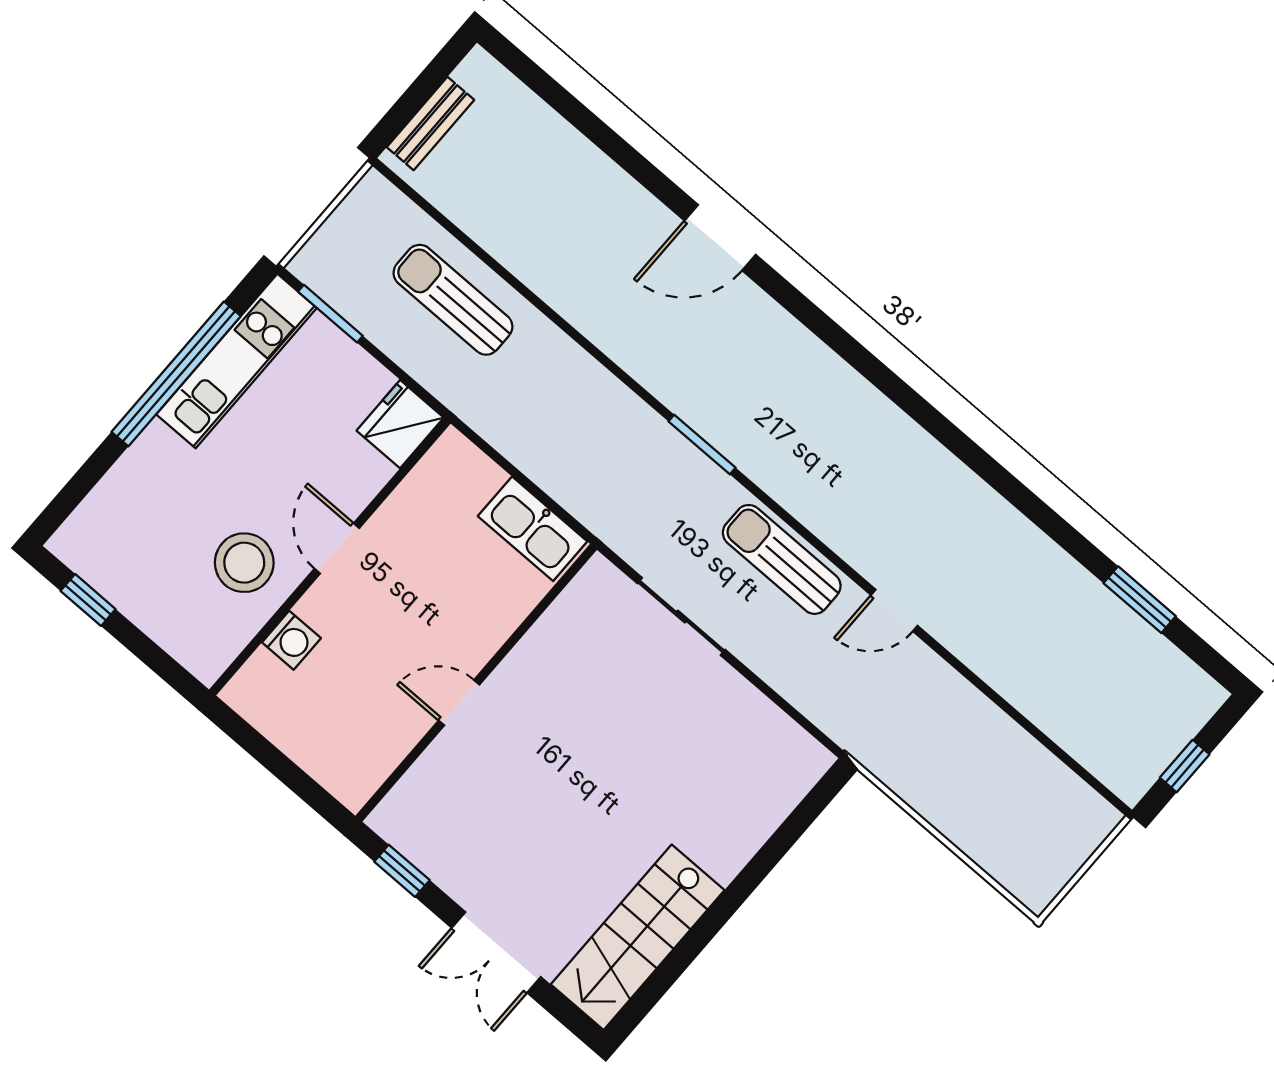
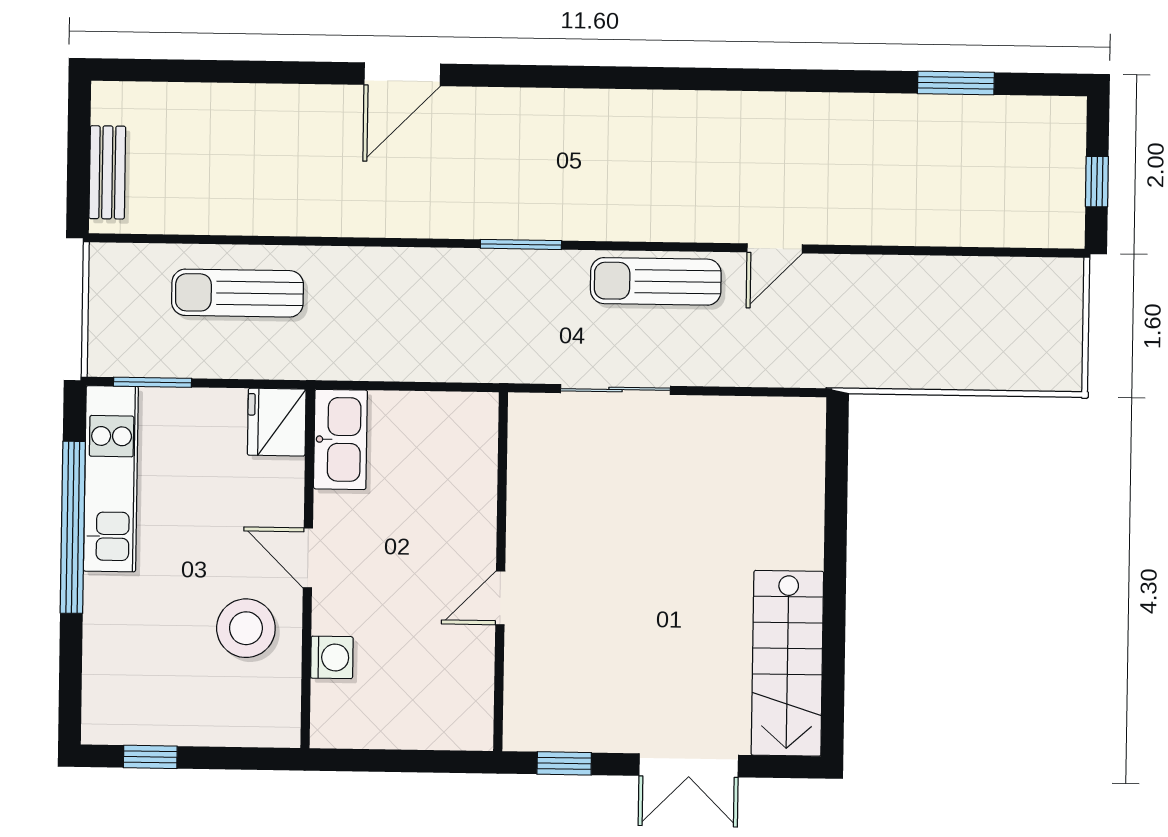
kitchen sink: (533, 529) -> (340, 439), moved, turned -90

